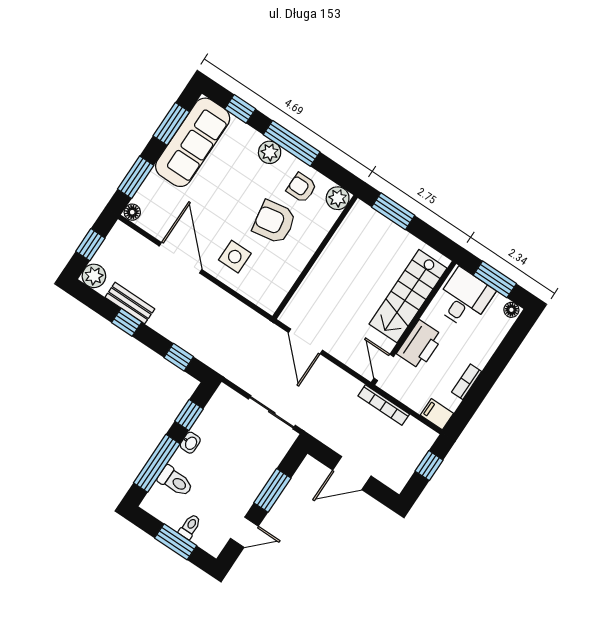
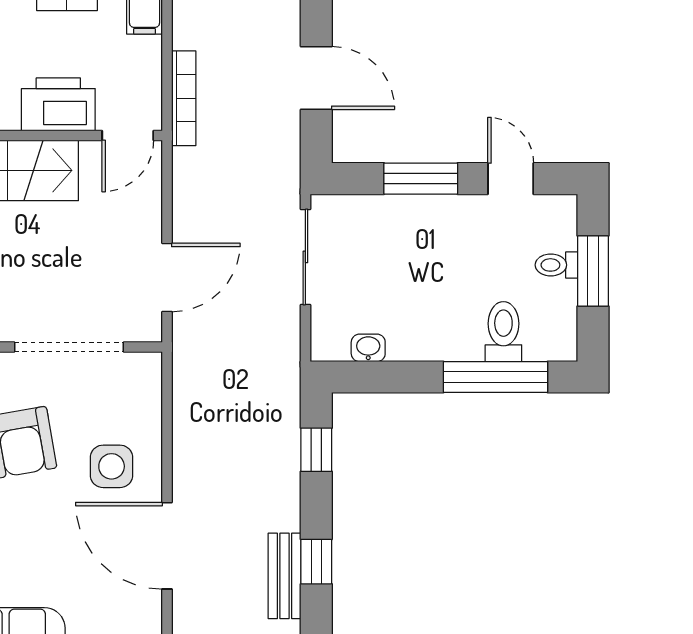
door: (181, 258) -> (167, 546), hinge flipped
doorway: (304, 274) -> (69, 347), added
window: (189, 415) -> (392, 377), removed
washbasin: (190, 443) -> (368, 348), moved

